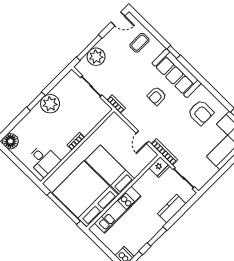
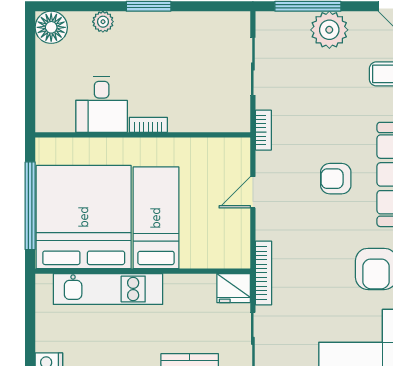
plant: (96, 57) -> (329, 30), moved
plant: (50, 104) -> (103, 22), moved, width x0.53, depth x0.53
door: (142, 137) -> (253, 192), moved
desk: (43, 160) -> (102, 105), moved

